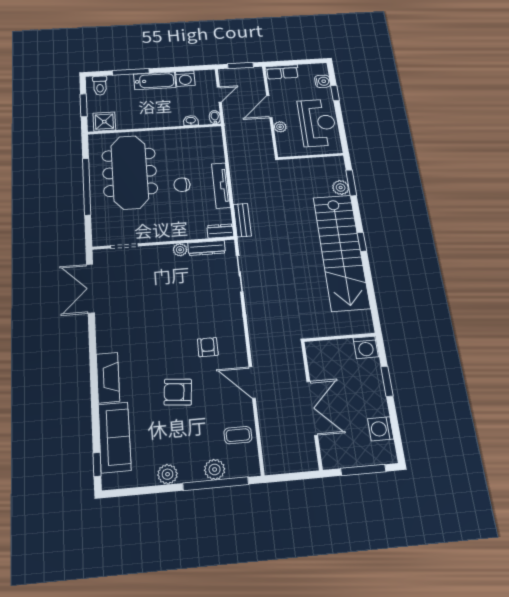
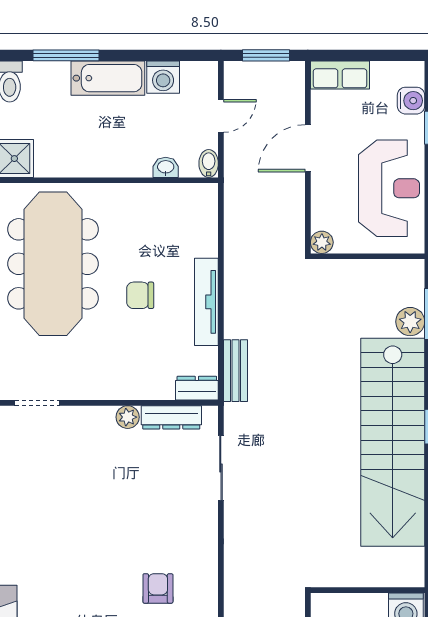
plant: (280, 127) -> (322, 242), moved

